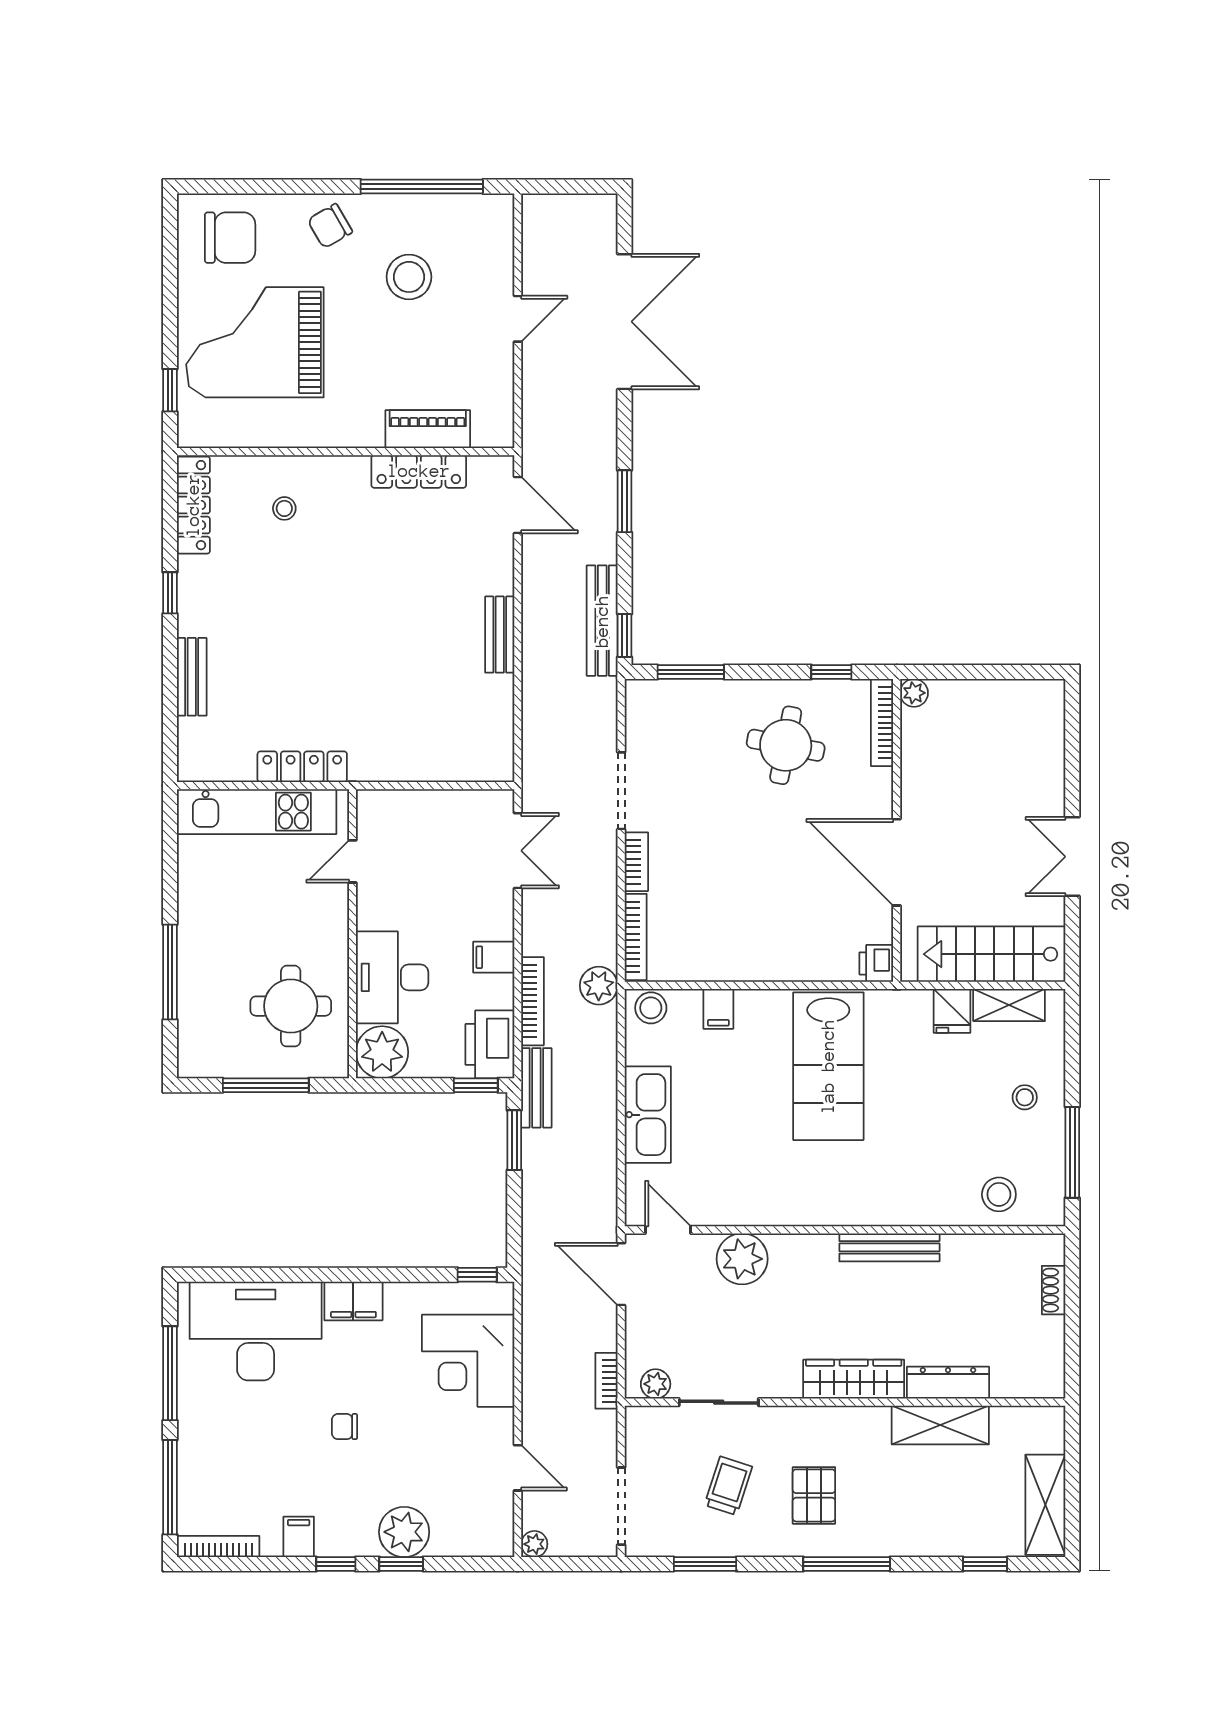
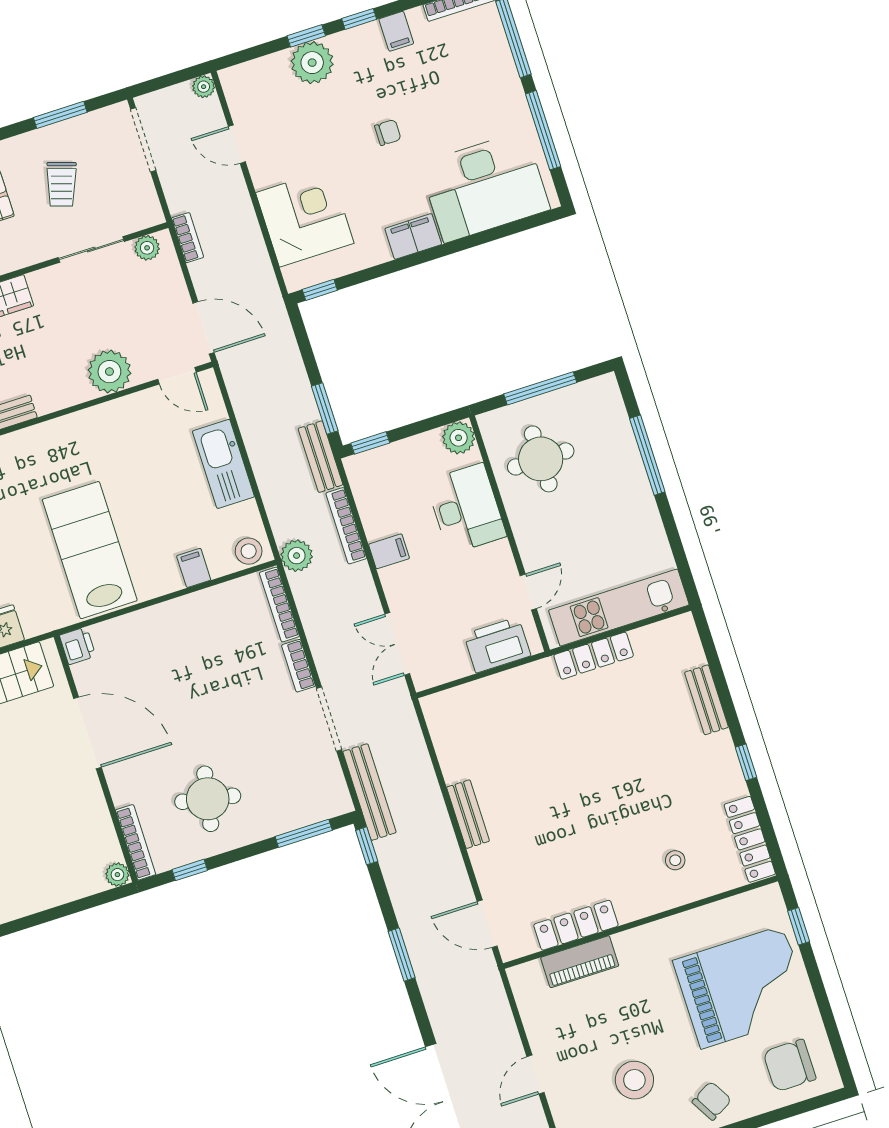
bench: (602, 621) -> (369, 792), moved
printer: (490, 1044) -> (497, 645), moved, turned -90
plant: (382, 1052) -> (459, 438), width x0.73, depth x0.73

